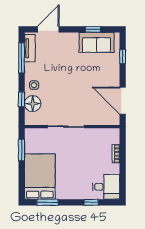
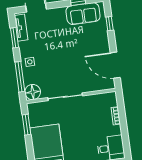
window: (22, 58) -> (15, 38), width x0.69
window: (22, 99) -> (20, 77), width x2.17
floor lamp: (33, 104) -> (33, 92), moved

